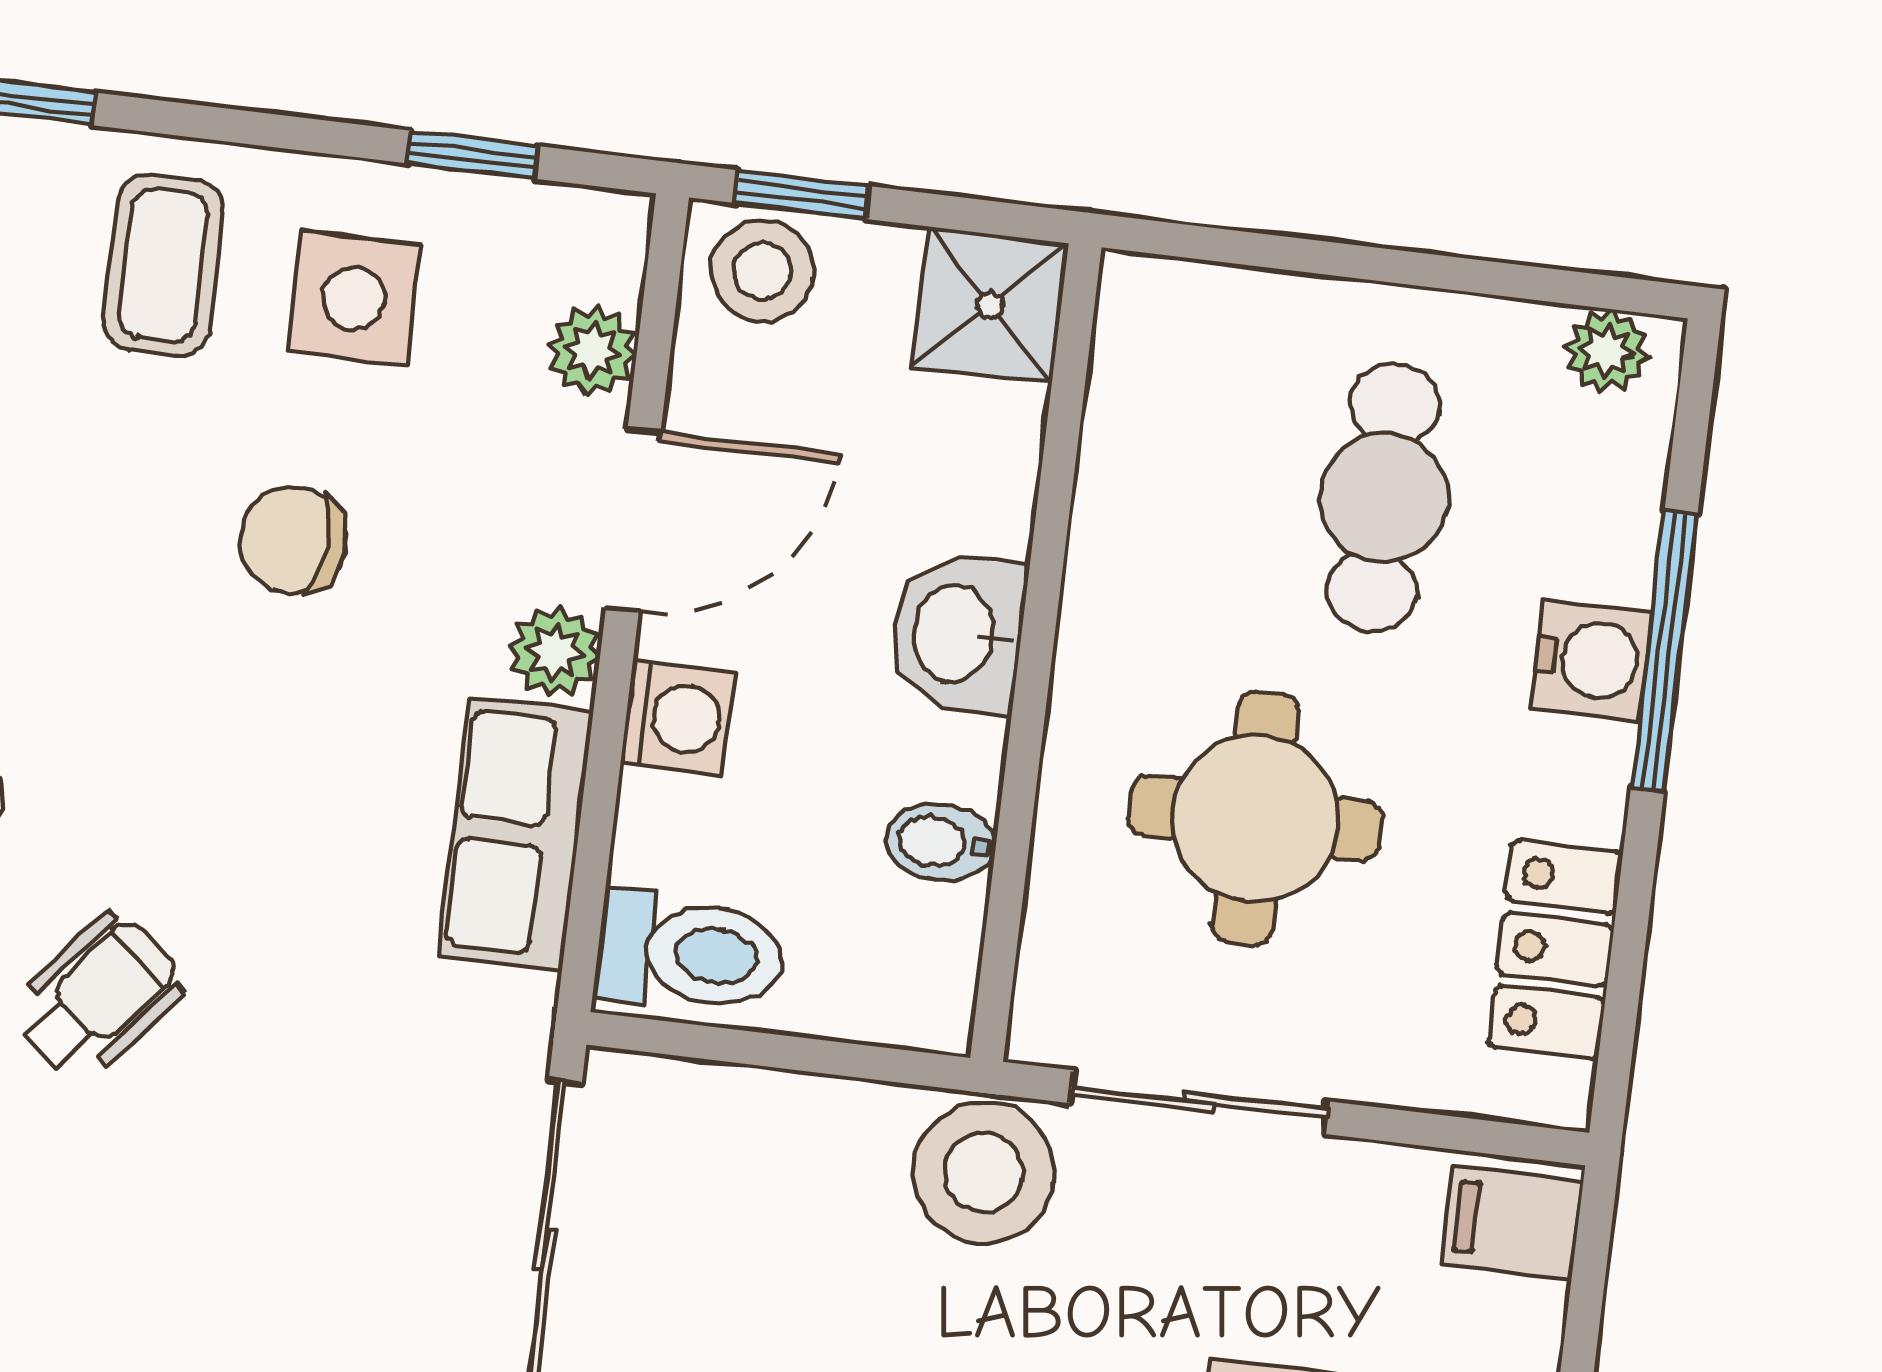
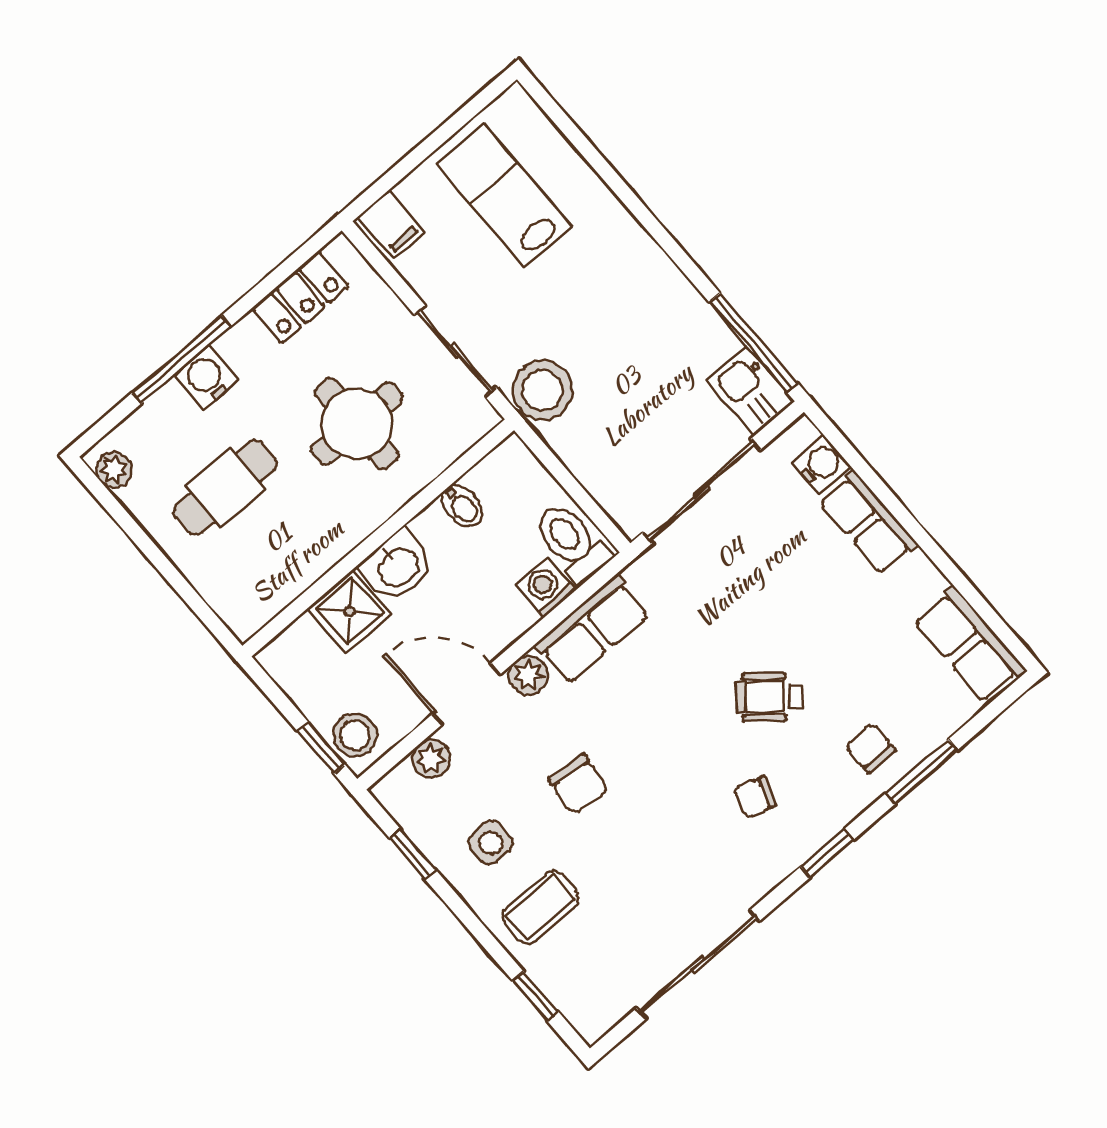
side table: (354, 298) -> (491, 843), width x0.73, depth x0.73
shower: (990, 305) -> (349, 611), moved
washing machine: (678, 718) -> (546, 588), moved

